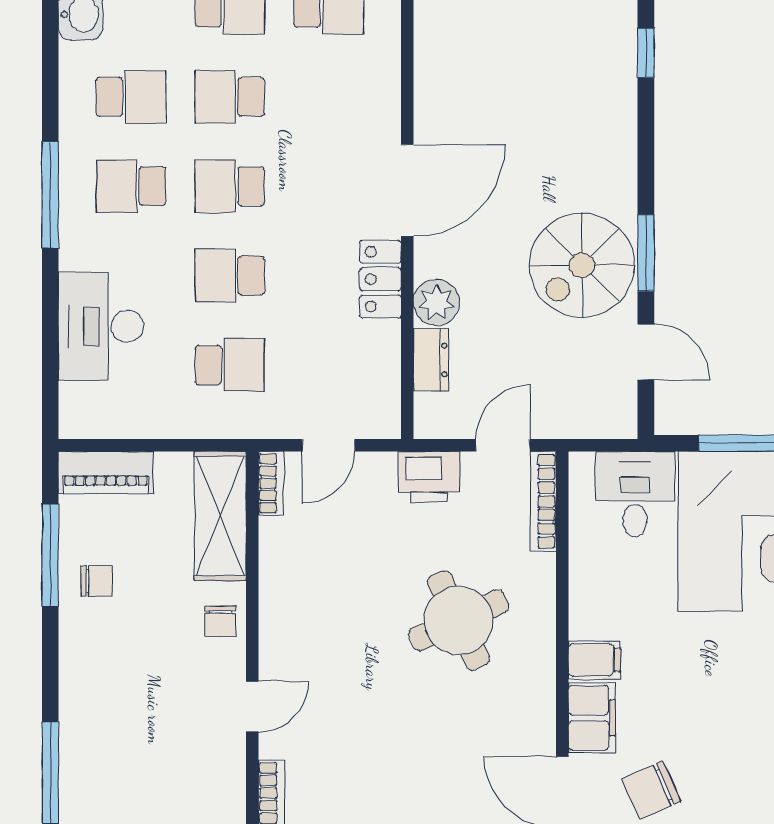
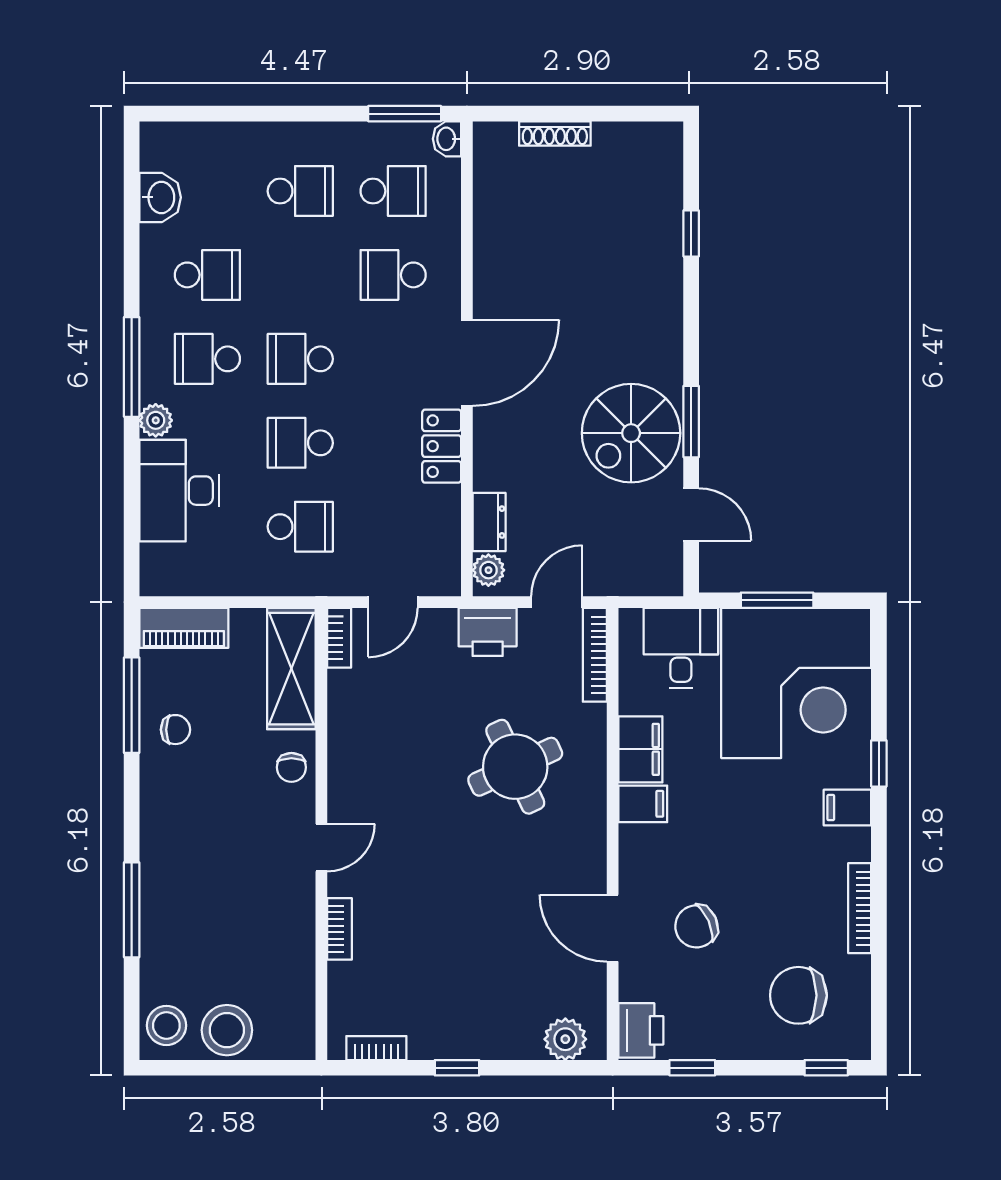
school desk: (230, 97) -> (393, 275), moved
plant: (76, 252) -> (156, 420), added
plant: (436, 302) -> (488, 570), moved, width x0.73, depth x0.73
filing cabinet: (592, 718) -> (640, 749), moved

